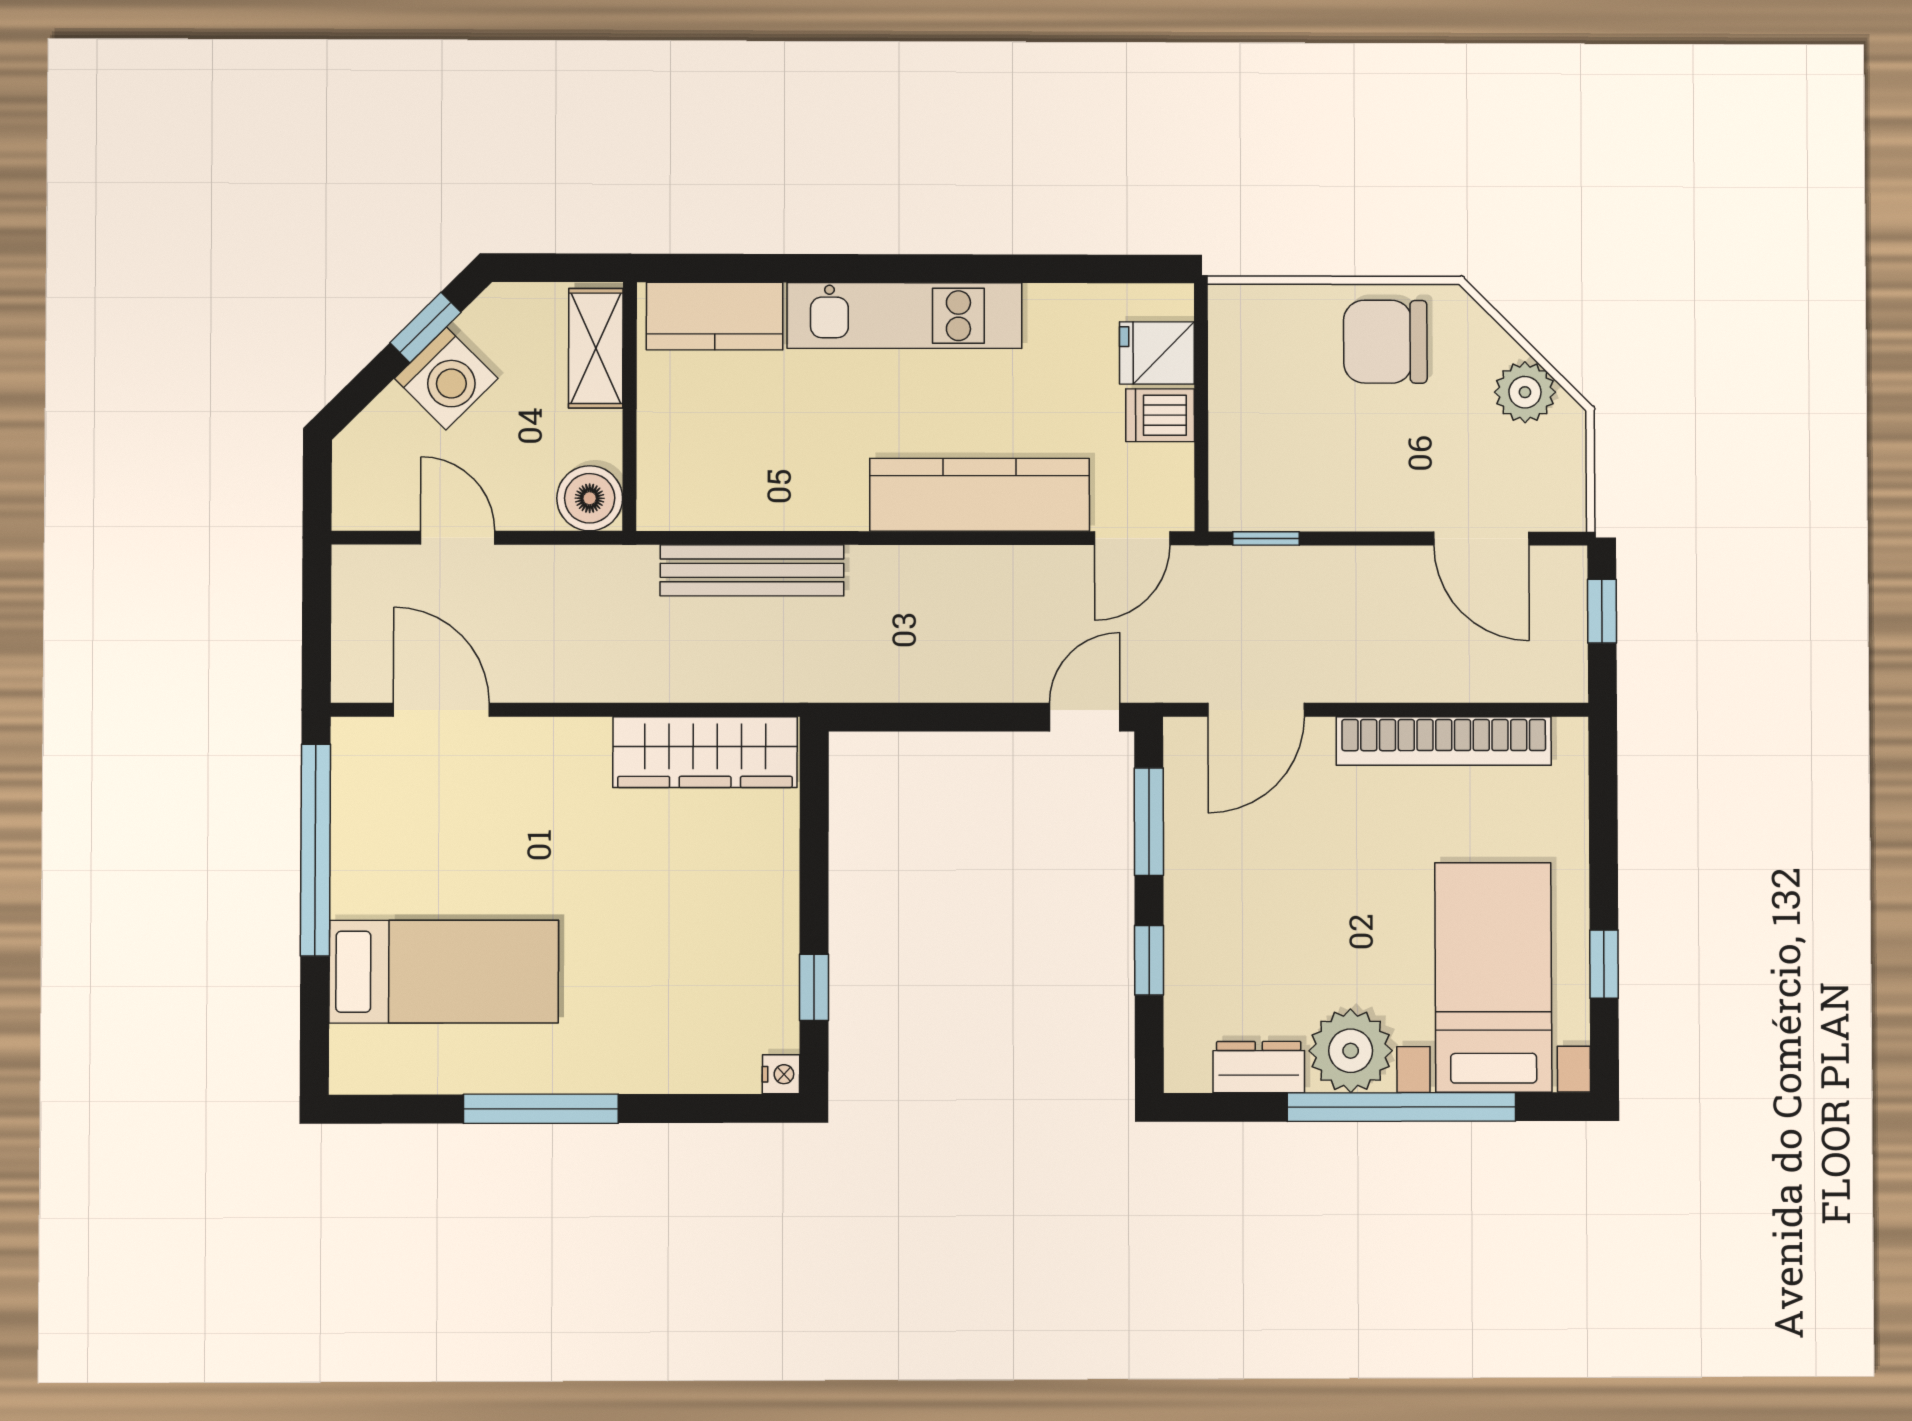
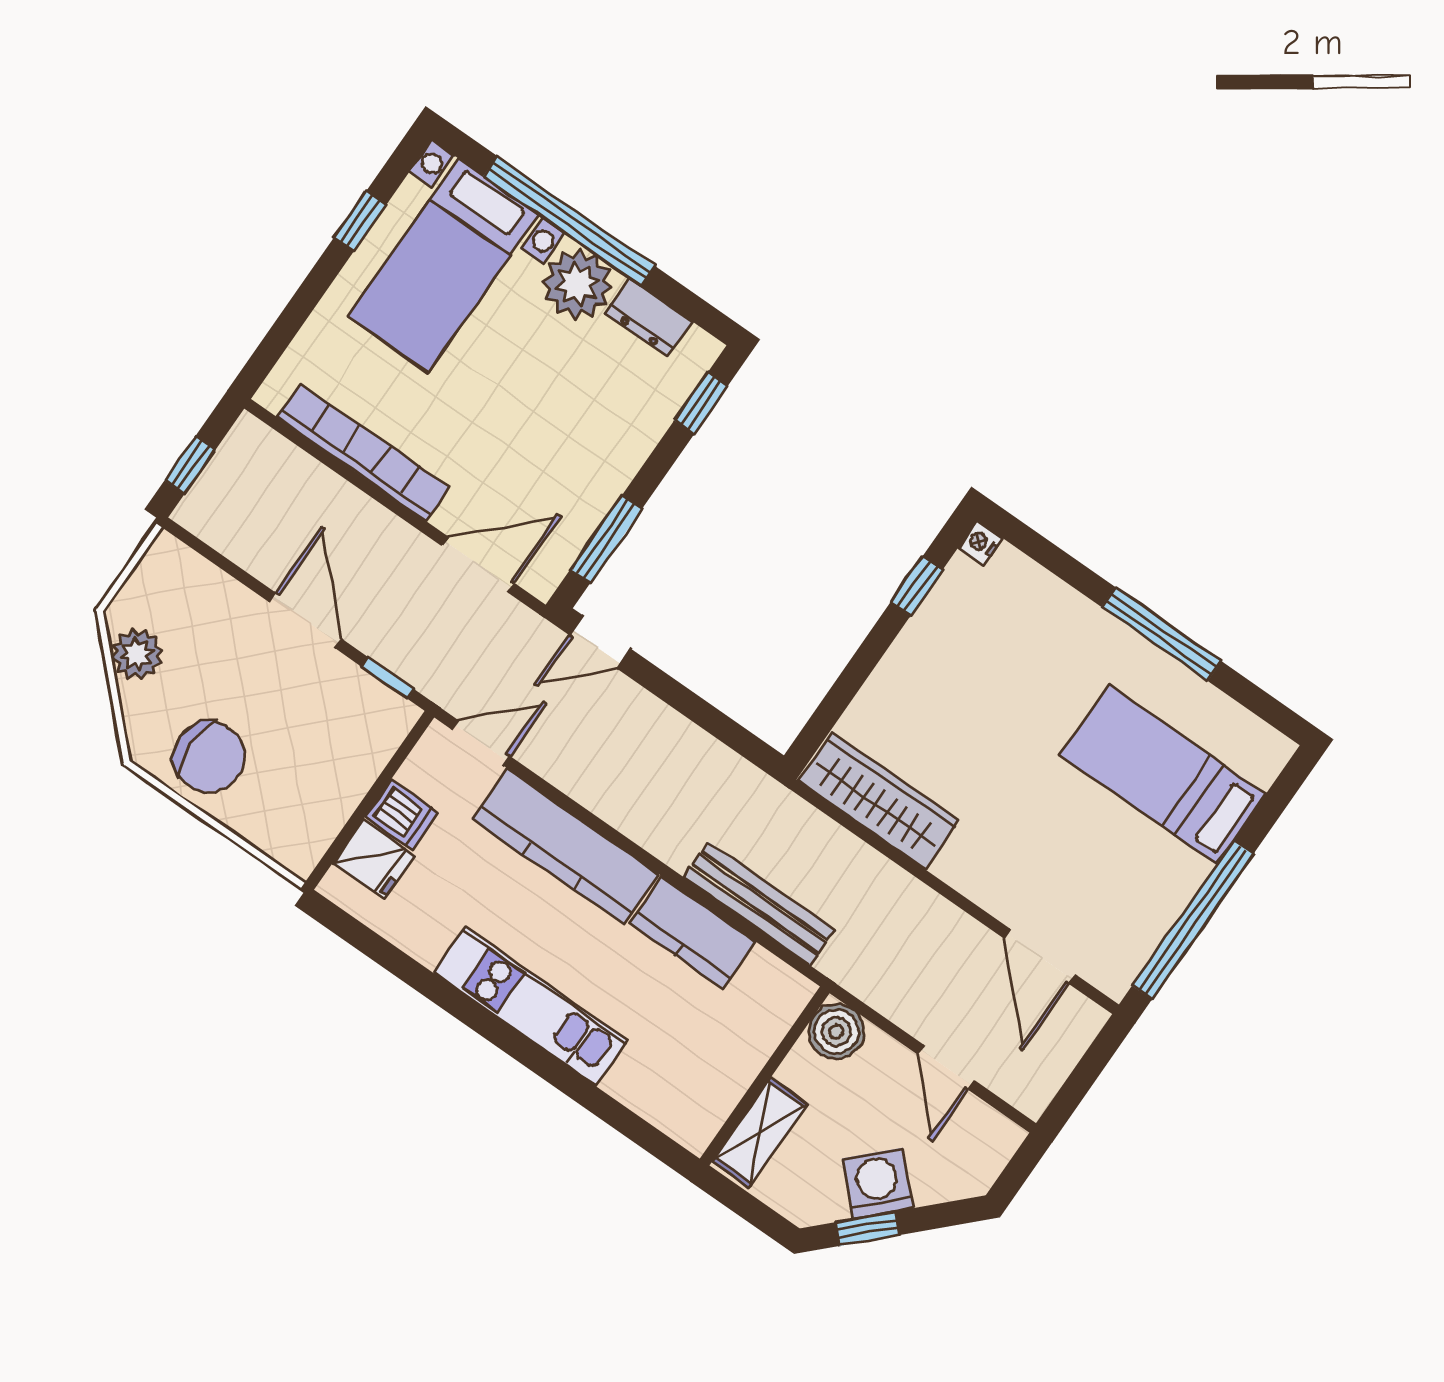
kitchen counter: (715, 316) -> (693, 933), moved, turned 180
door: (1481, 539) -> (305, 620), moved
window: (1149, 960) -> (701, 403), moved

